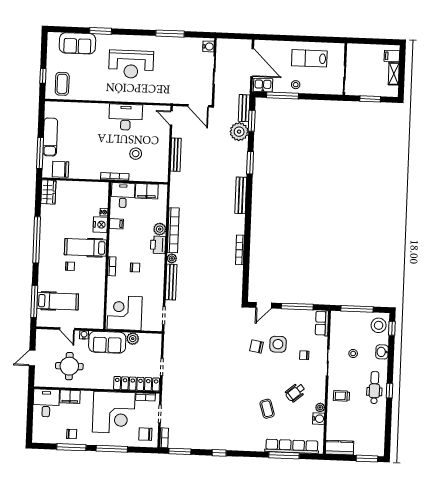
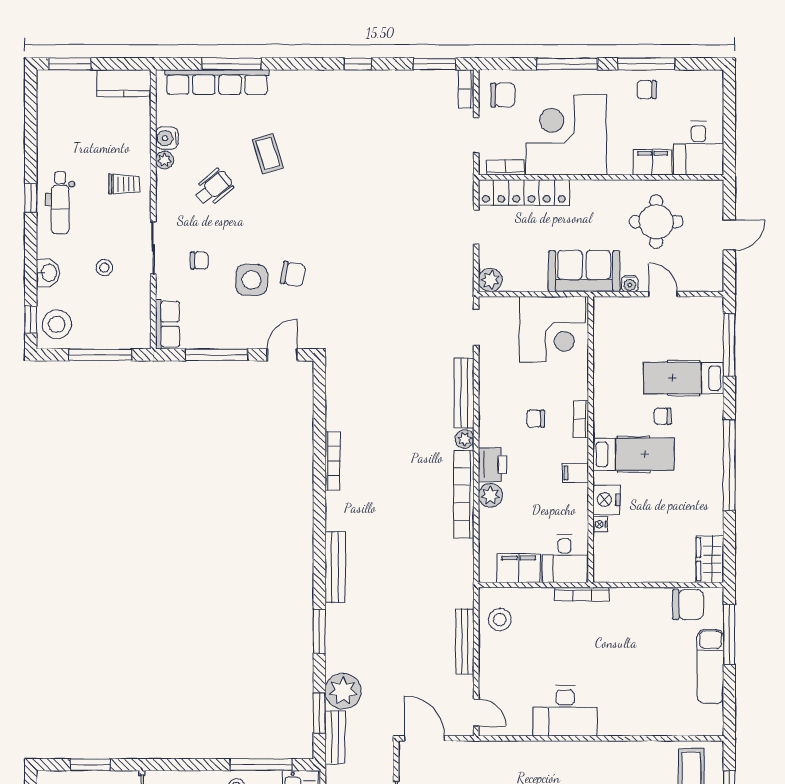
stool: (136, 154) -> (500, 620), moved
filing cabinet: (116, 224) -> (575, 473), moved
hospital bed: (58, 301) -> (684, 378), moved
plant: (133, 339) -> (490, 280), moved

